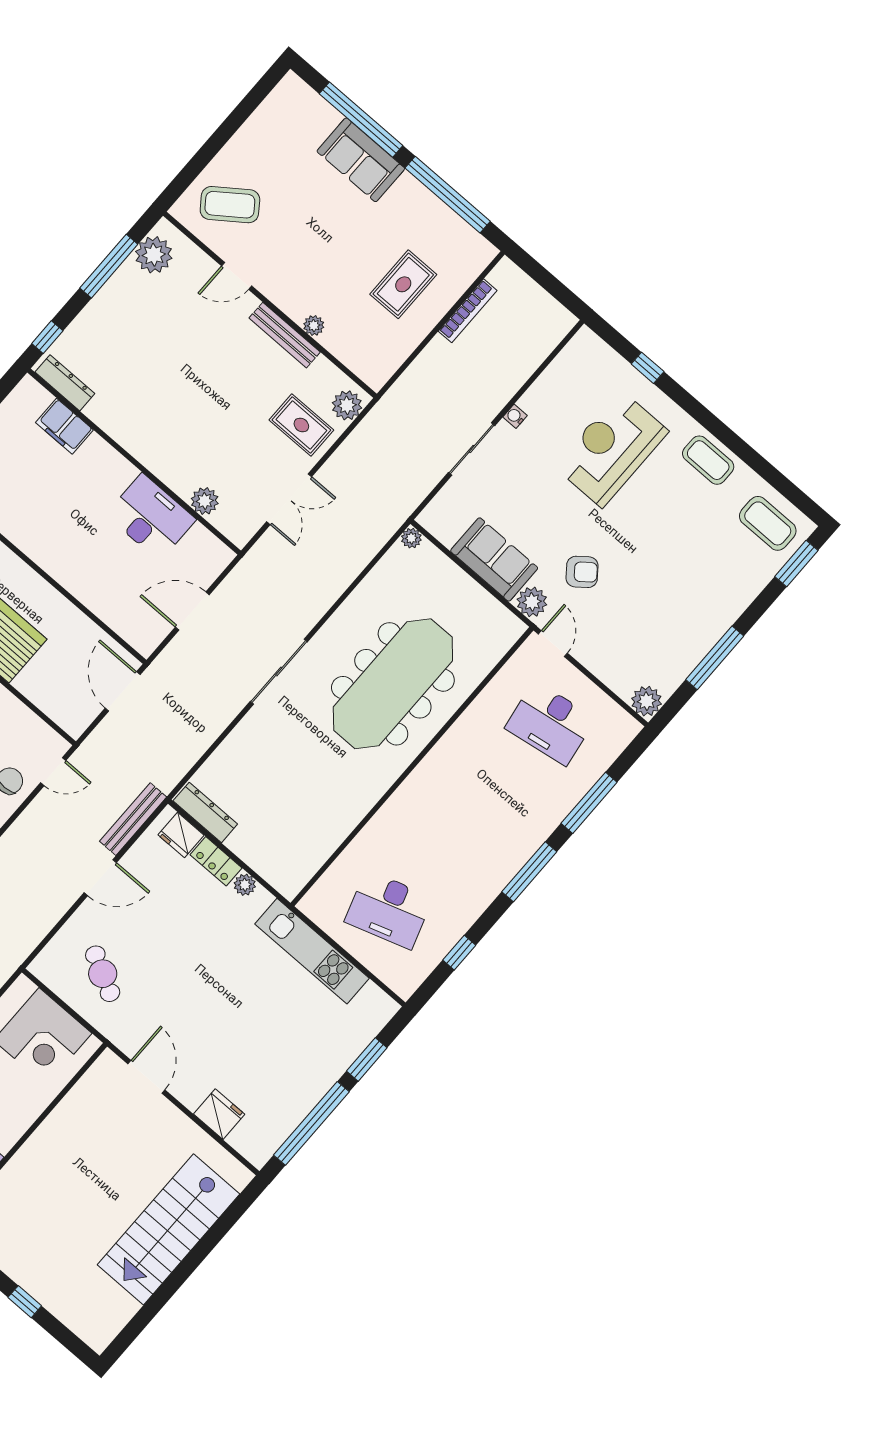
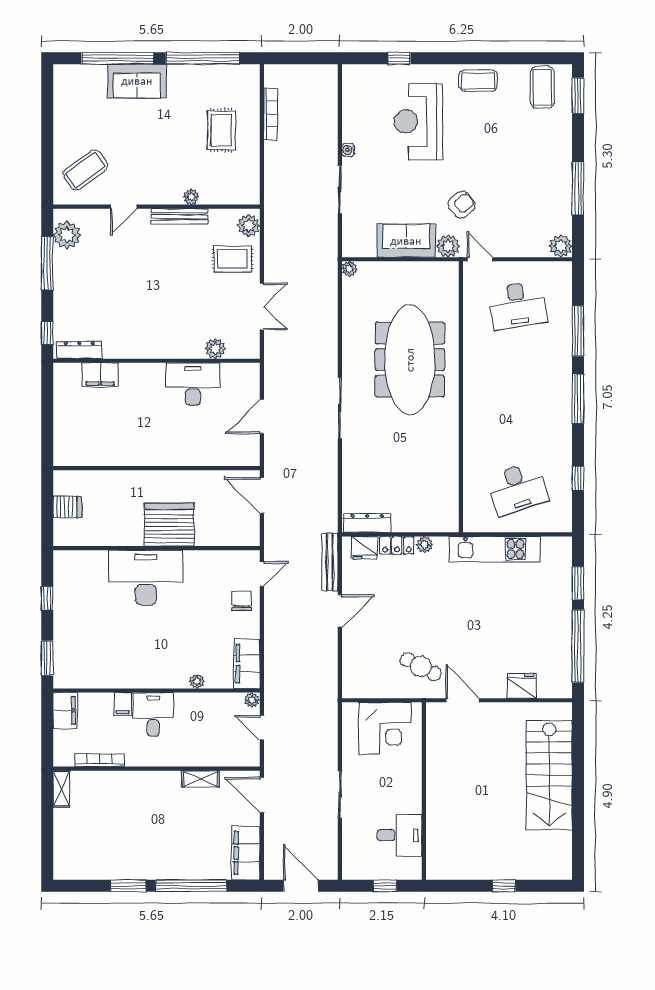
coffee table: (768, 523) -> (542, 87), turned 90
cafe table: (103, 974) -> (421, 667), moved

